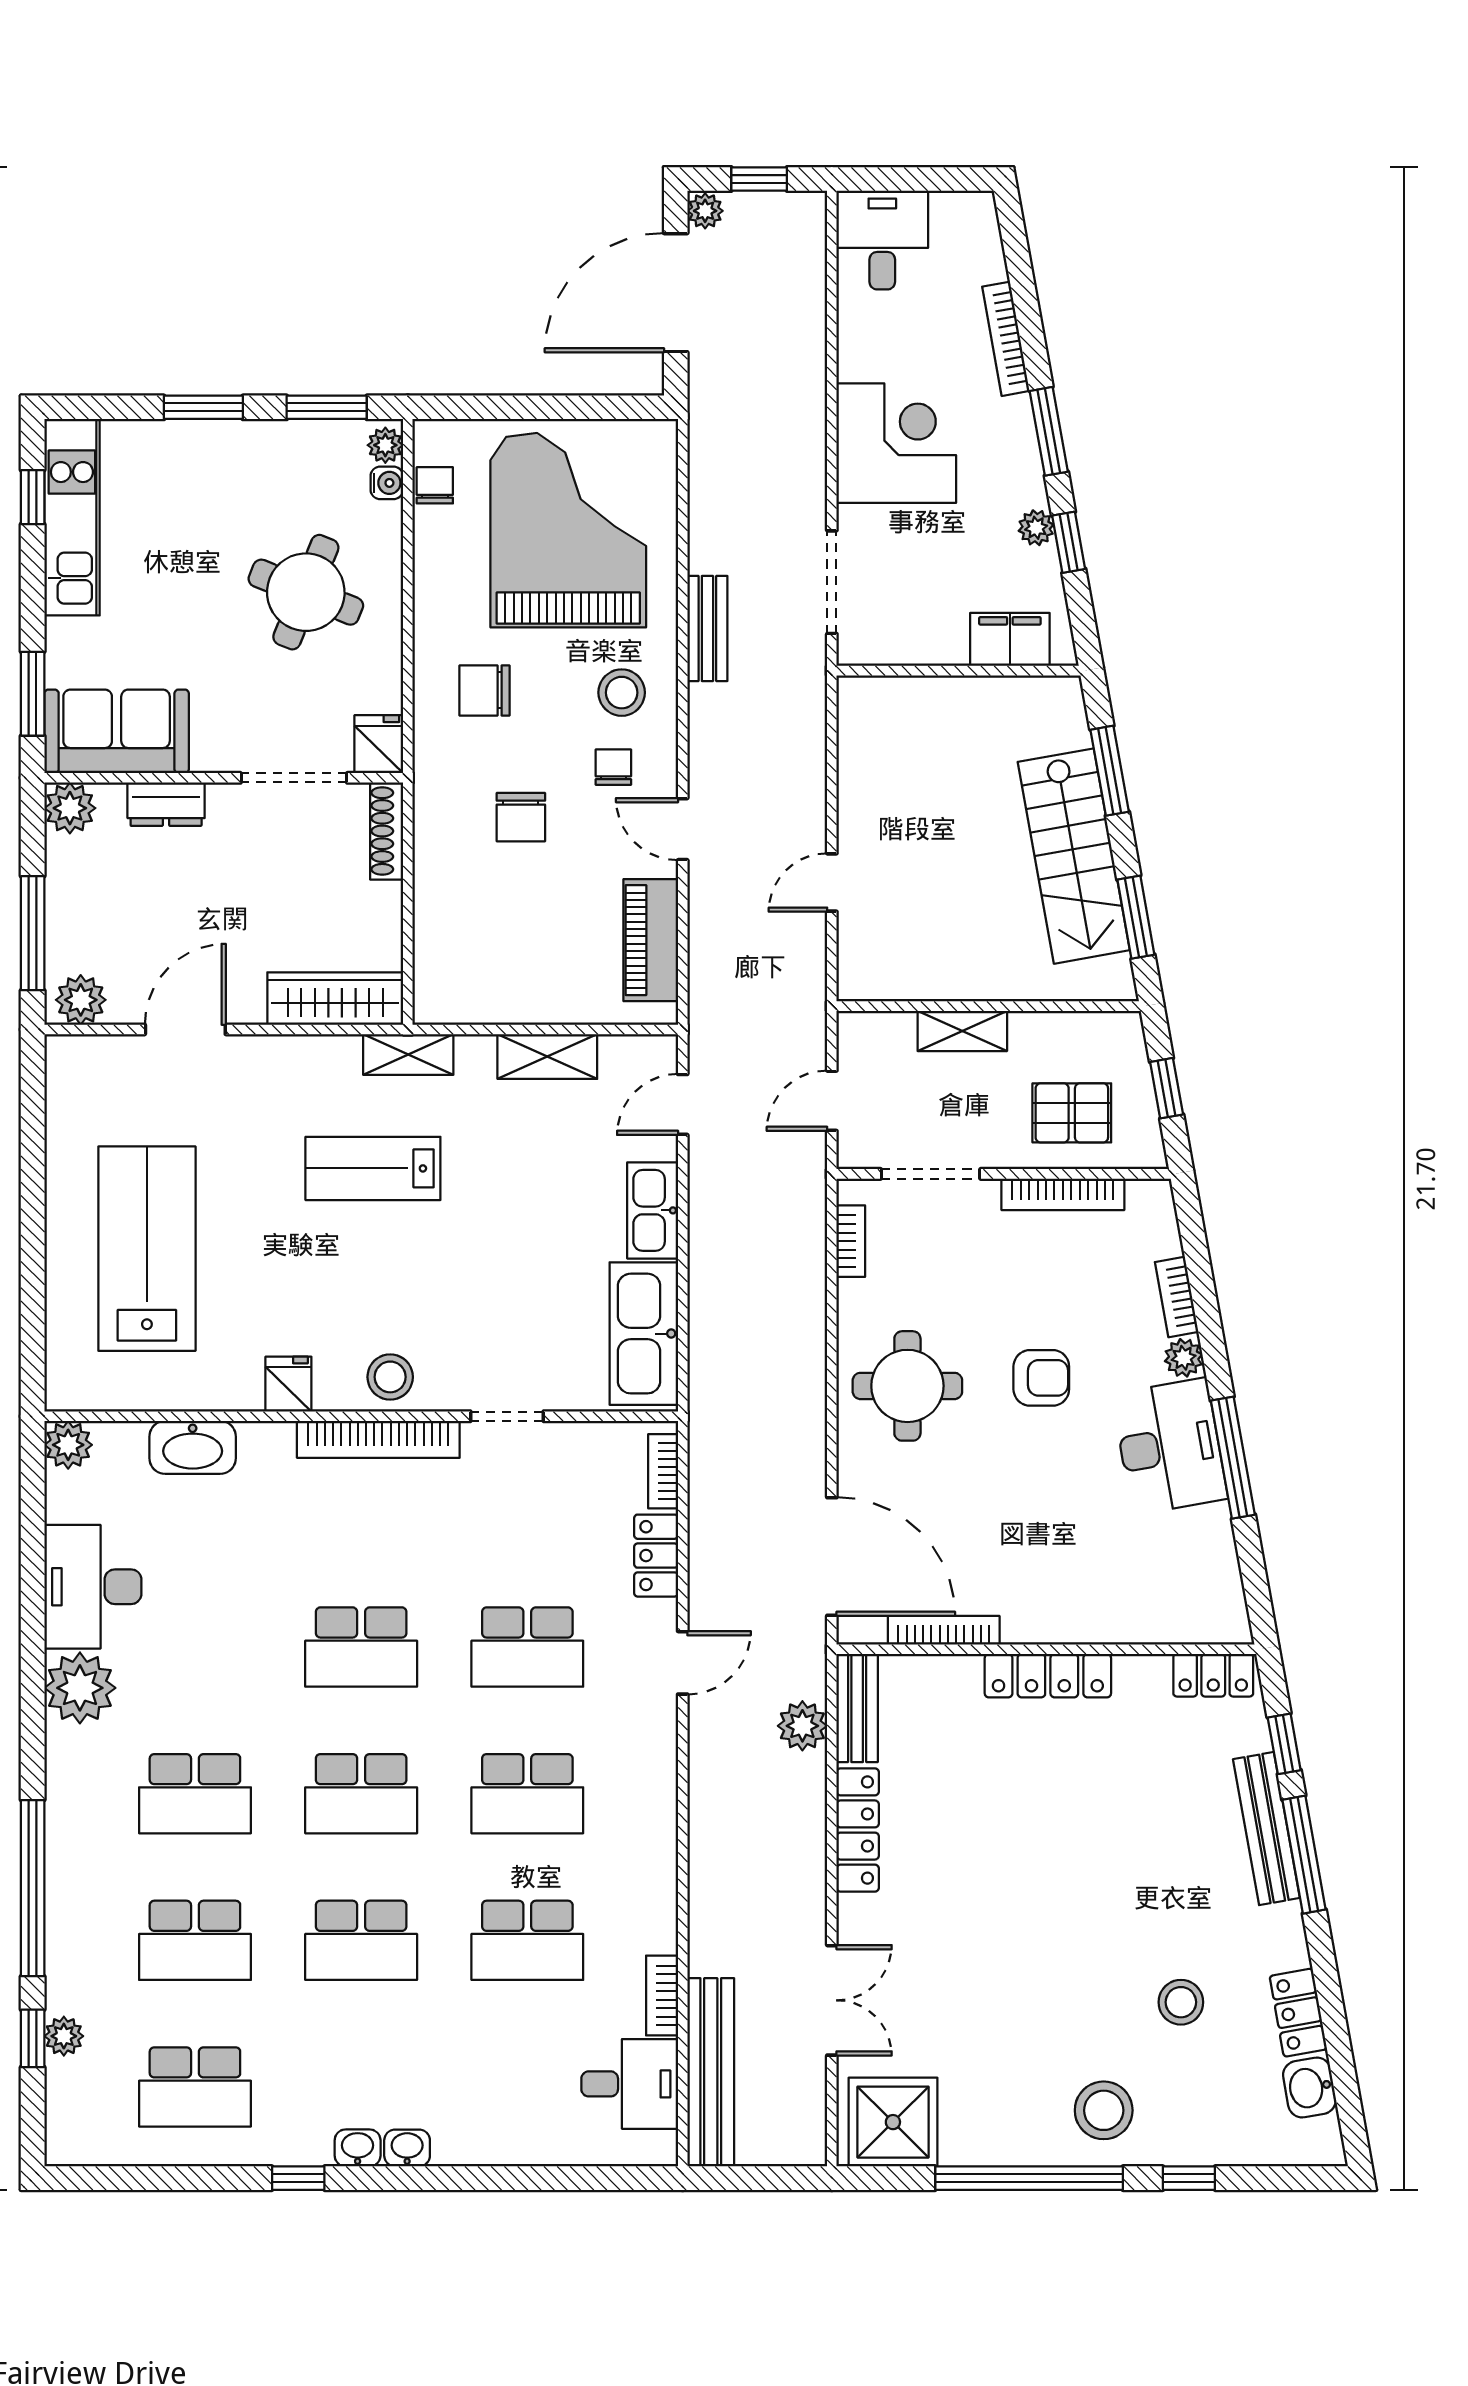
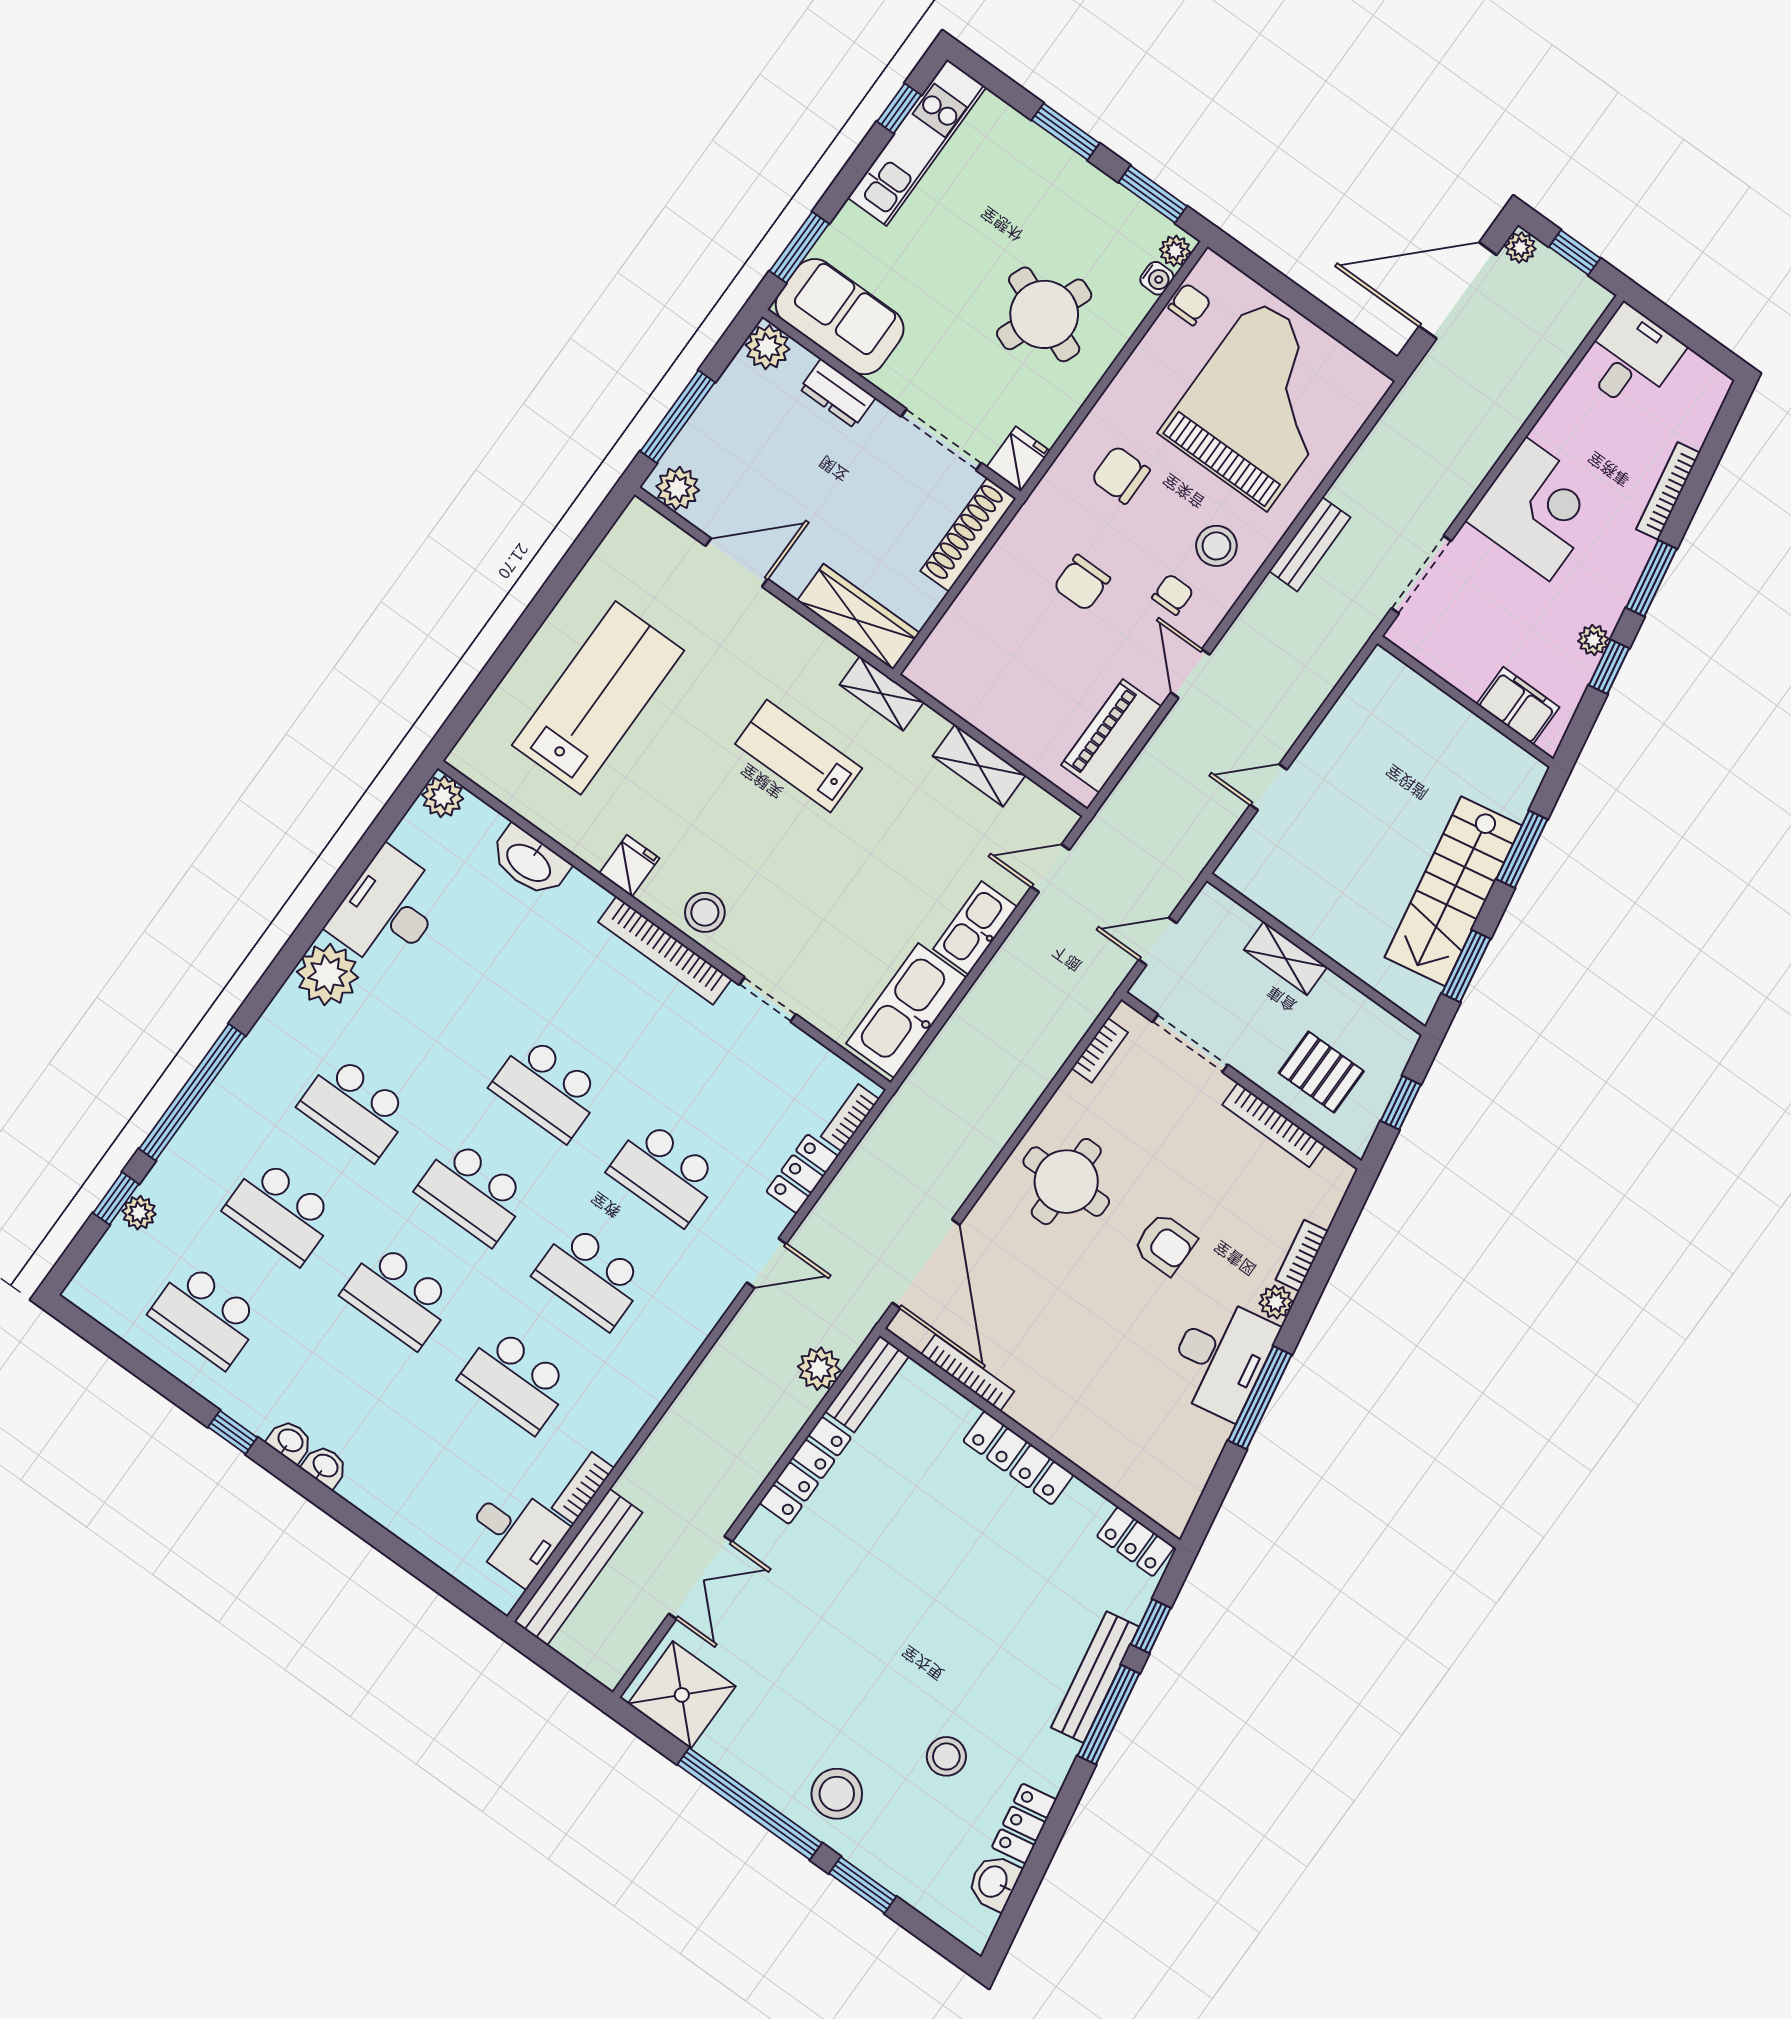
shoe rack: (387, 831) -> (968, 535), width x1.36, depth x1.24
window: (1189, 2178) -> (863, 1885), width x1.50

